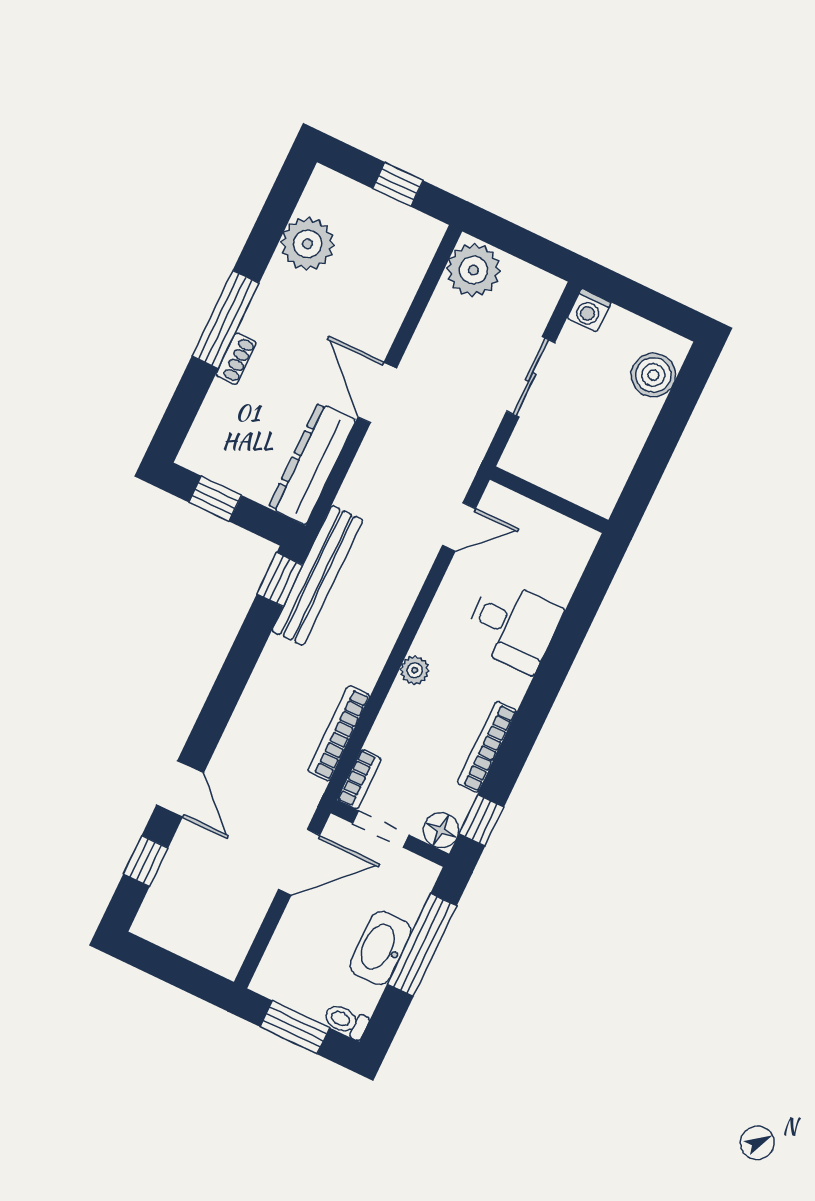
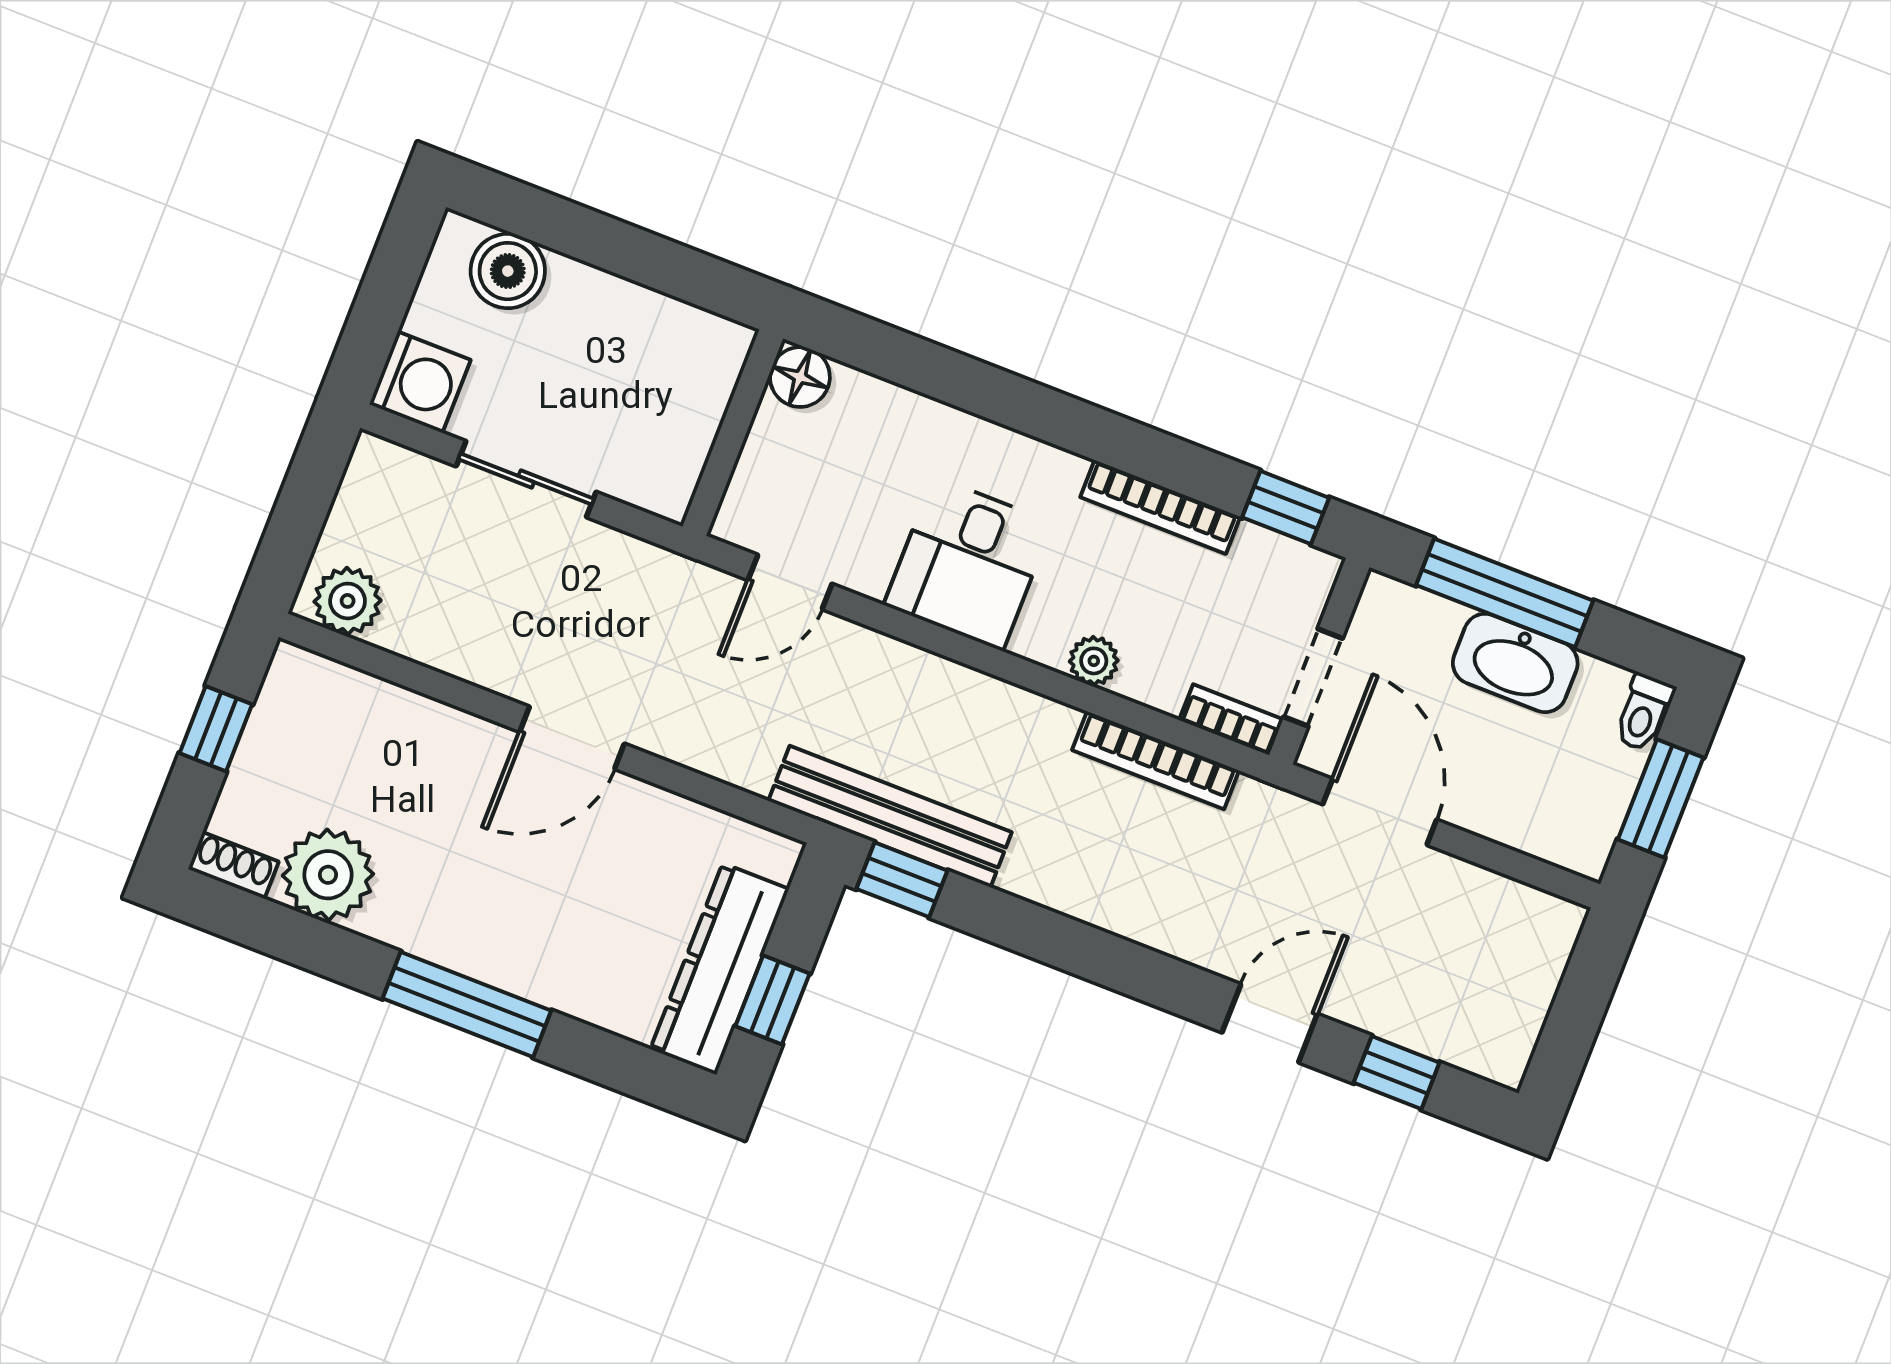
plant: (473, 270) -> (348, 601), width x0.73, depth x0.73
washing machine: (589, 310) -> (420, 382), width x1.38, depth x1.38
shoe rack: (236, 359) -> (233, 865), moved
dresser: (312, 464) -> (720, 969), moved, turned 90
door: (459, 527) -> (790, 582), swing flipped
desk: (513, 626) -> (968, 564), moved, turned 180
plant: (415, 670) -> (1094, 661), moved
floor lamp: (441, 830) -> (800, 377), moved

